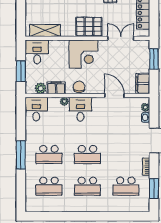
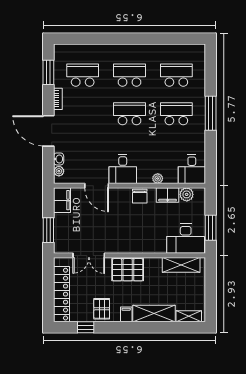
desk: (37, 52) -> (186, 239), width x1.37
corner desk: (84, 54) -> (134, 236), removed
window: (21, 71) -> (211, 228), moved
desk: (80, 109) -> (123, 169), moved

